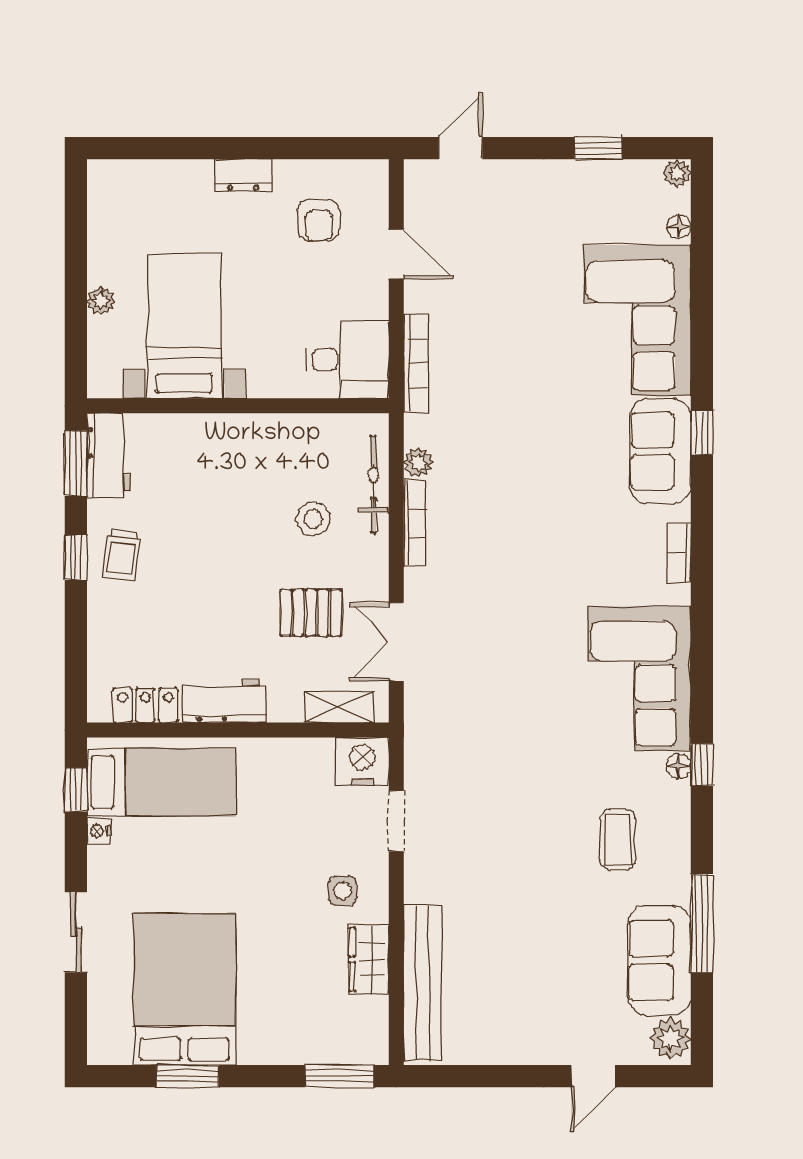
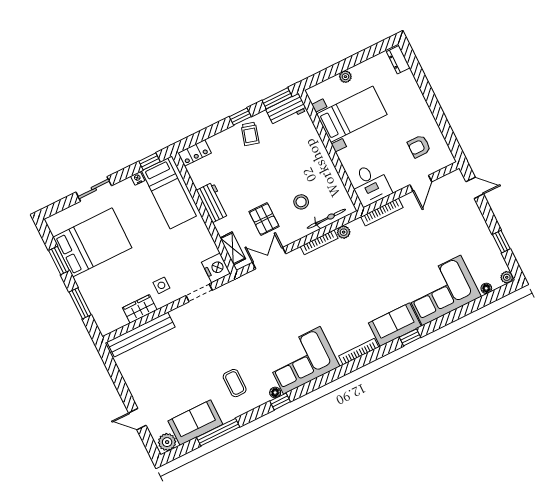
dresser: (243, 175) -> (398, 60), moved
bookcase: (679, 553) -> (359, 352), width x1.56
trolley: (122, 555) -> (250, 134), turned -82
locker: (145, 705) -> (195, 153), moved, turned 90
coffee table: (618, 840) -> (235, 383), turned 90
window: (339, 1076) -> (80, 303), moved

